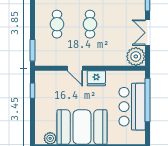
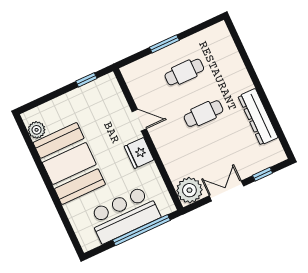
window: (32, 50) -> (164, 44), moved
door: (75, 68) -> (139, 120), swing flipped

